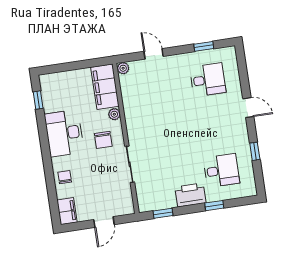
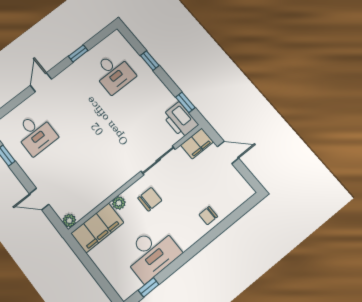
door: (154, 54) -> (39, 199), hinge flipped
desk: (208, 80) -> (36, 134), turned 180
desk: (64, 133) -> (152, 253), moved
desk: (221, 170) -> (114, 73), turned 180
printer: (190, 195) -> (180, 120), moved
filing cabinet: (67, 211) -> (197, 143), moved, turned 180

